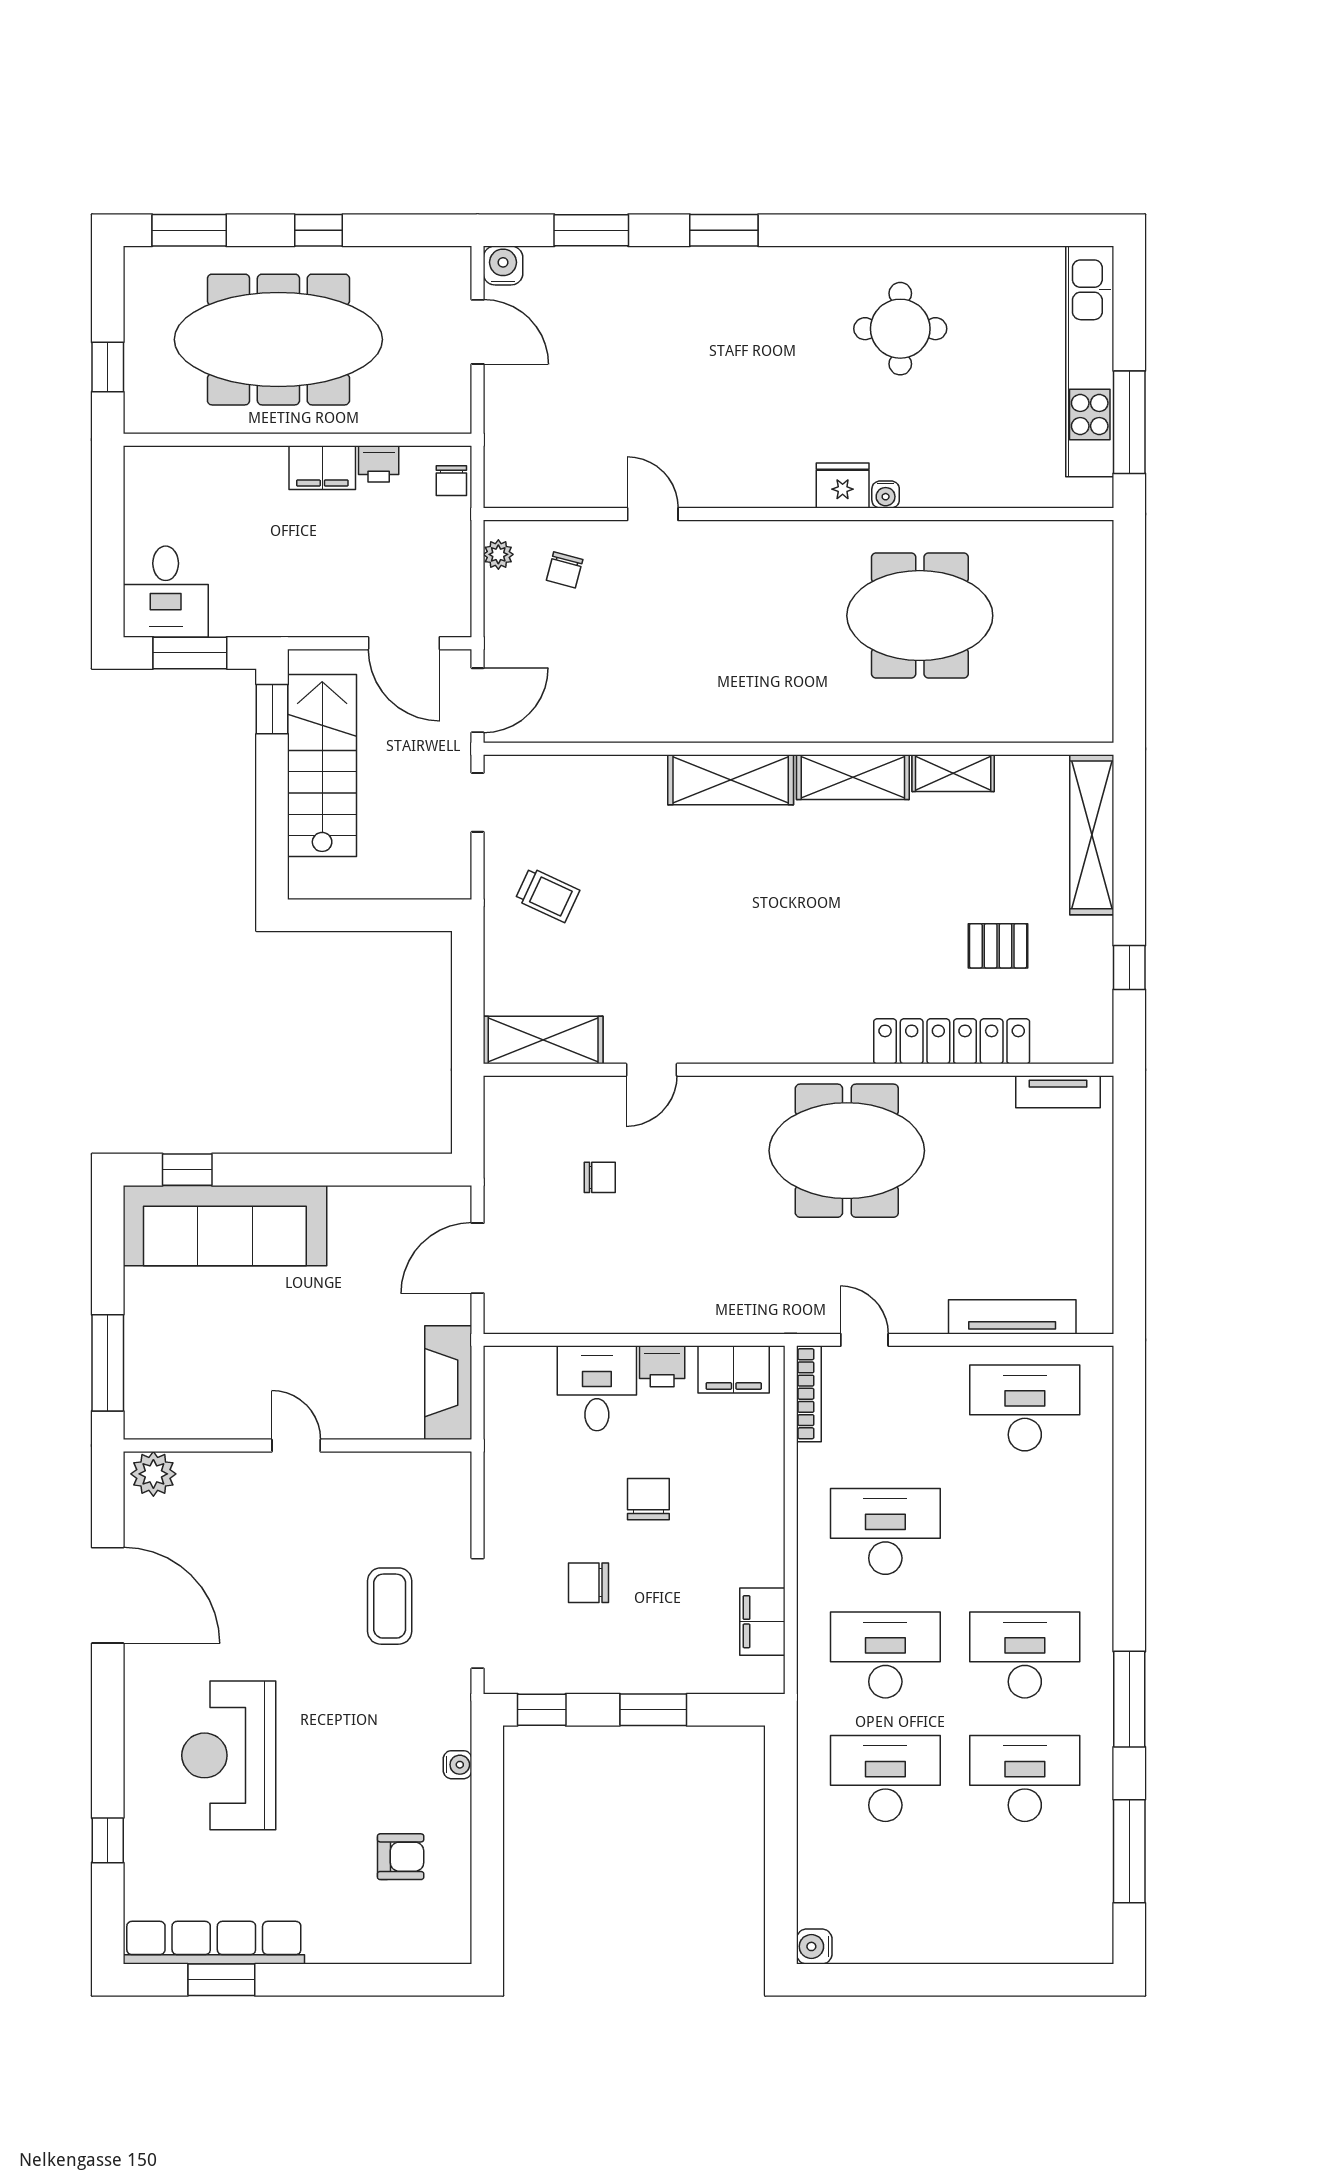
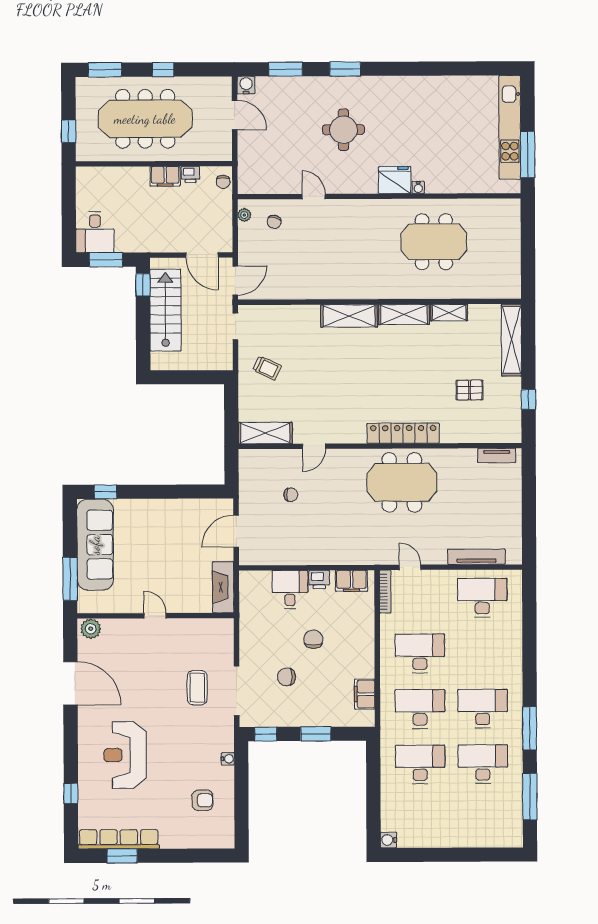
round table: (900, 329) -> (343, 130), moved
fridge: (843, 486) -> (395, 180), width x1.36, depth x1.34
locker: (952, 1041) -> (403, 433), moved
sofa: (225, 1226) -> (95, 545), moved, turned -90

